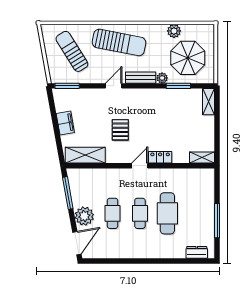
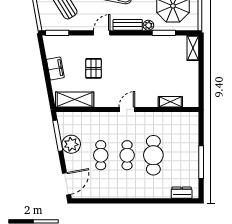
pallet: (120, 130) -> (94, 68), moved
locker: (160, 157) -> (146, 101), removed
shelving: (202, 158) -> (170, 102), moved
plant: (84, 216) -> (71, 144), moved

